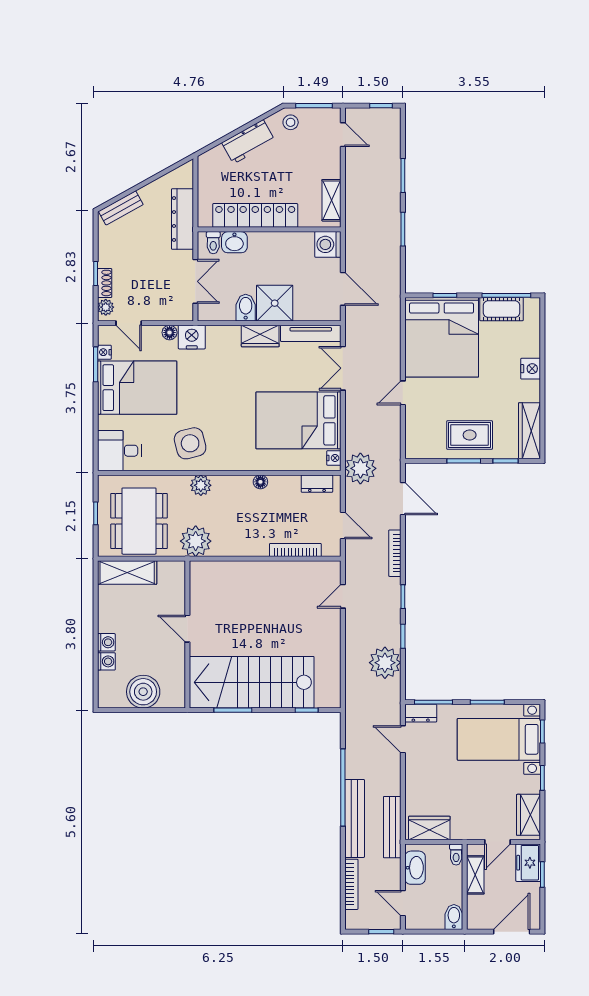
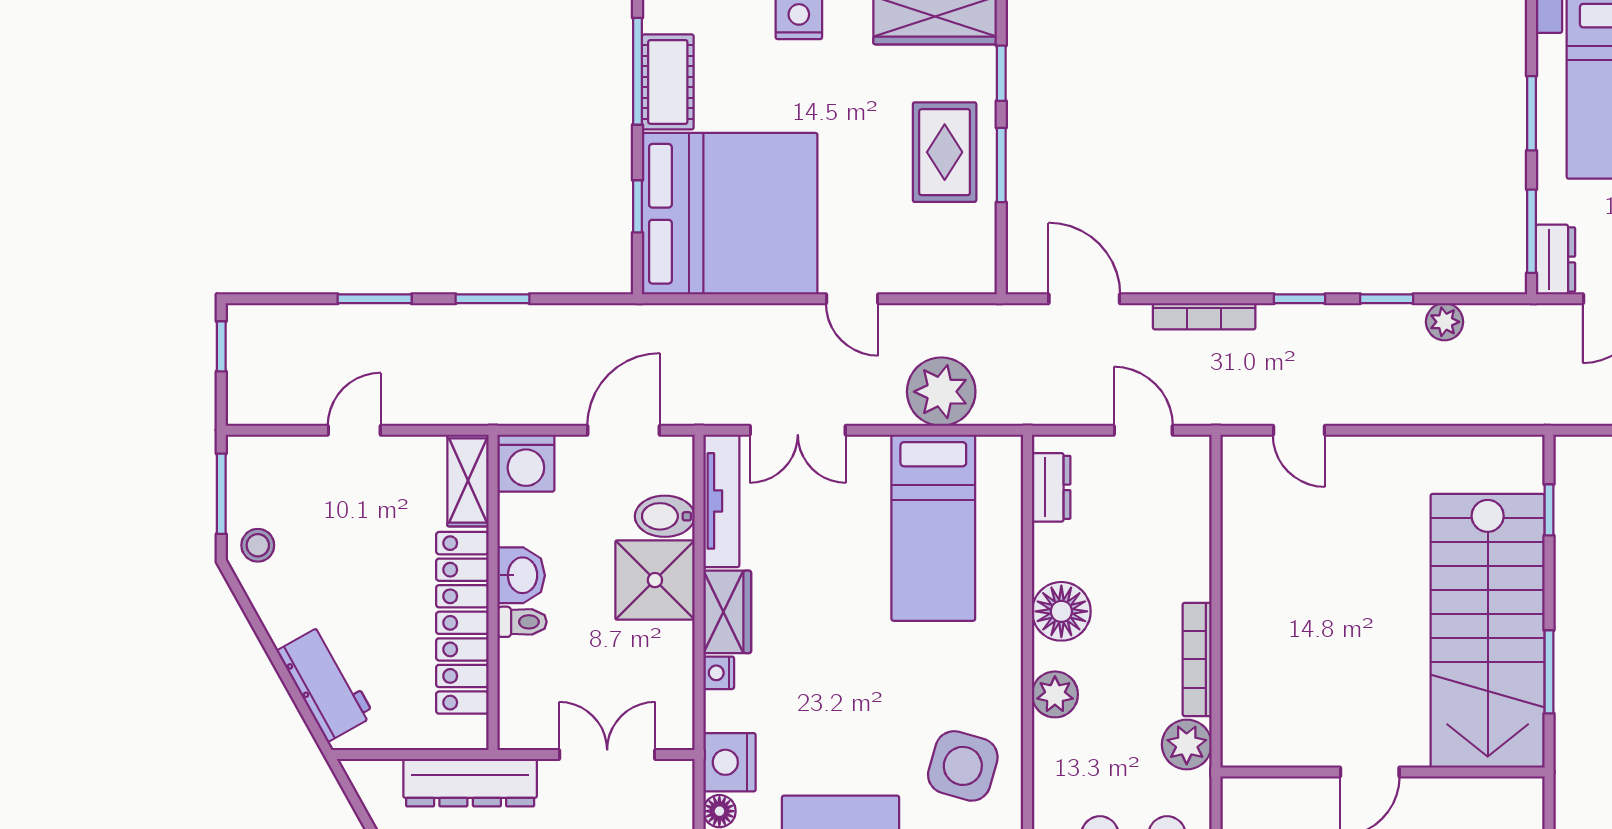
door: (343, 135) -> (354, 430), moved
workbench: (248, 142) -> (326, 683), moved
shelving: (332, 200) -> (468, 480), moved, turned 90
washbasin: (234, 242) -> (521, 575), moved
toilet: (213, 243) -> (522, 622), moved
bidet: (246, 308) -> (665, 516), moved
bed: (299, 420) -> (933, 528), width x0.67
side table: (190, 443) -> (963, 766), turned 30
nightstand: (334, 458) -> (719, 673), moved, turned -90
plant: (360, 468) -> (941, 392), moved
floor lamp: (260, 482) -> (1061, 611), width x1.89, depth x1.89
plant: (201, 485) -> (1055, 694), moved
door: (403, 499) -> (1084, 299), hinge flipped
door: (343, 525) -> (1143, 430), hinge flipped
plant: (196, 541) -> (1187, 745), width x0.73, depth x0.73
bookcase: (295, 550) -> (1197, 659), moved
plant: (385, 663) -> (1445, 322), width x0.53, depth x0.53

